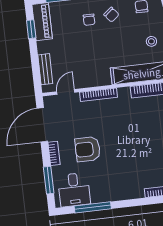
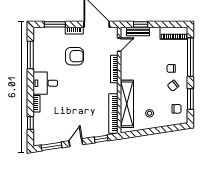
window: (31, 29) -> (141, 24), moved
door: (66, 92) -> (119, 45), hinge flipped
armchair: (88, 149) -> (74, 56), turned 90
desk: (74, 190) -> (45, 83), moved

